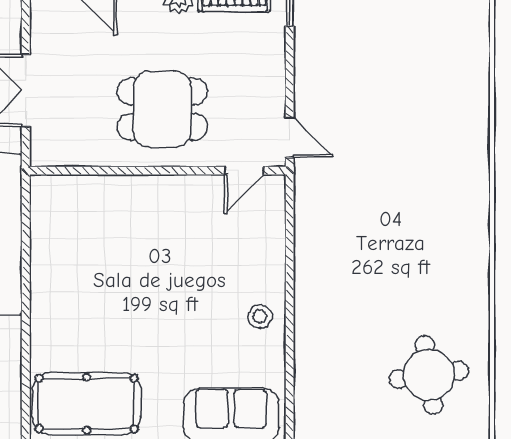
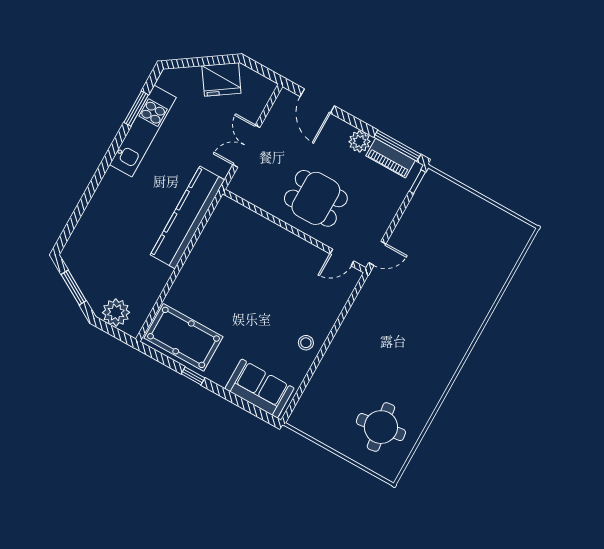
door: (290, 137) -> (377, 253), hinge flipped

